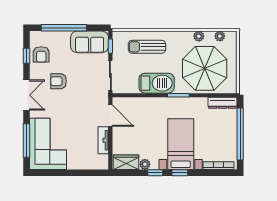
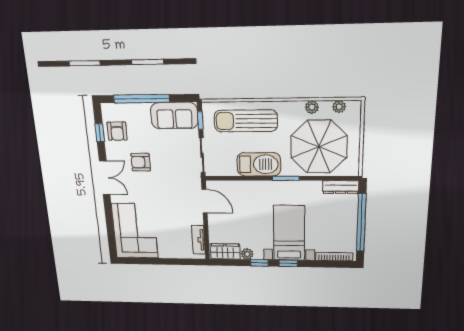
sun lounger: (147, 47) -> (246, 121), width x1.36, depth x1.34
tv unit: (103, 140) -> (198, 240), moved
window: (26, 141) -> (110, 227), removed

